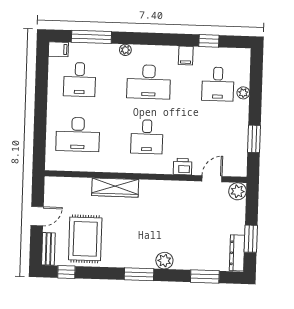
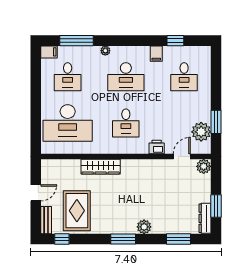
plant: (243, 93) -> (201, 132), moved, width x1.88, depth x1.88
desk: (78, 134) -> (68, 123), width x1.36, depth x1.30

